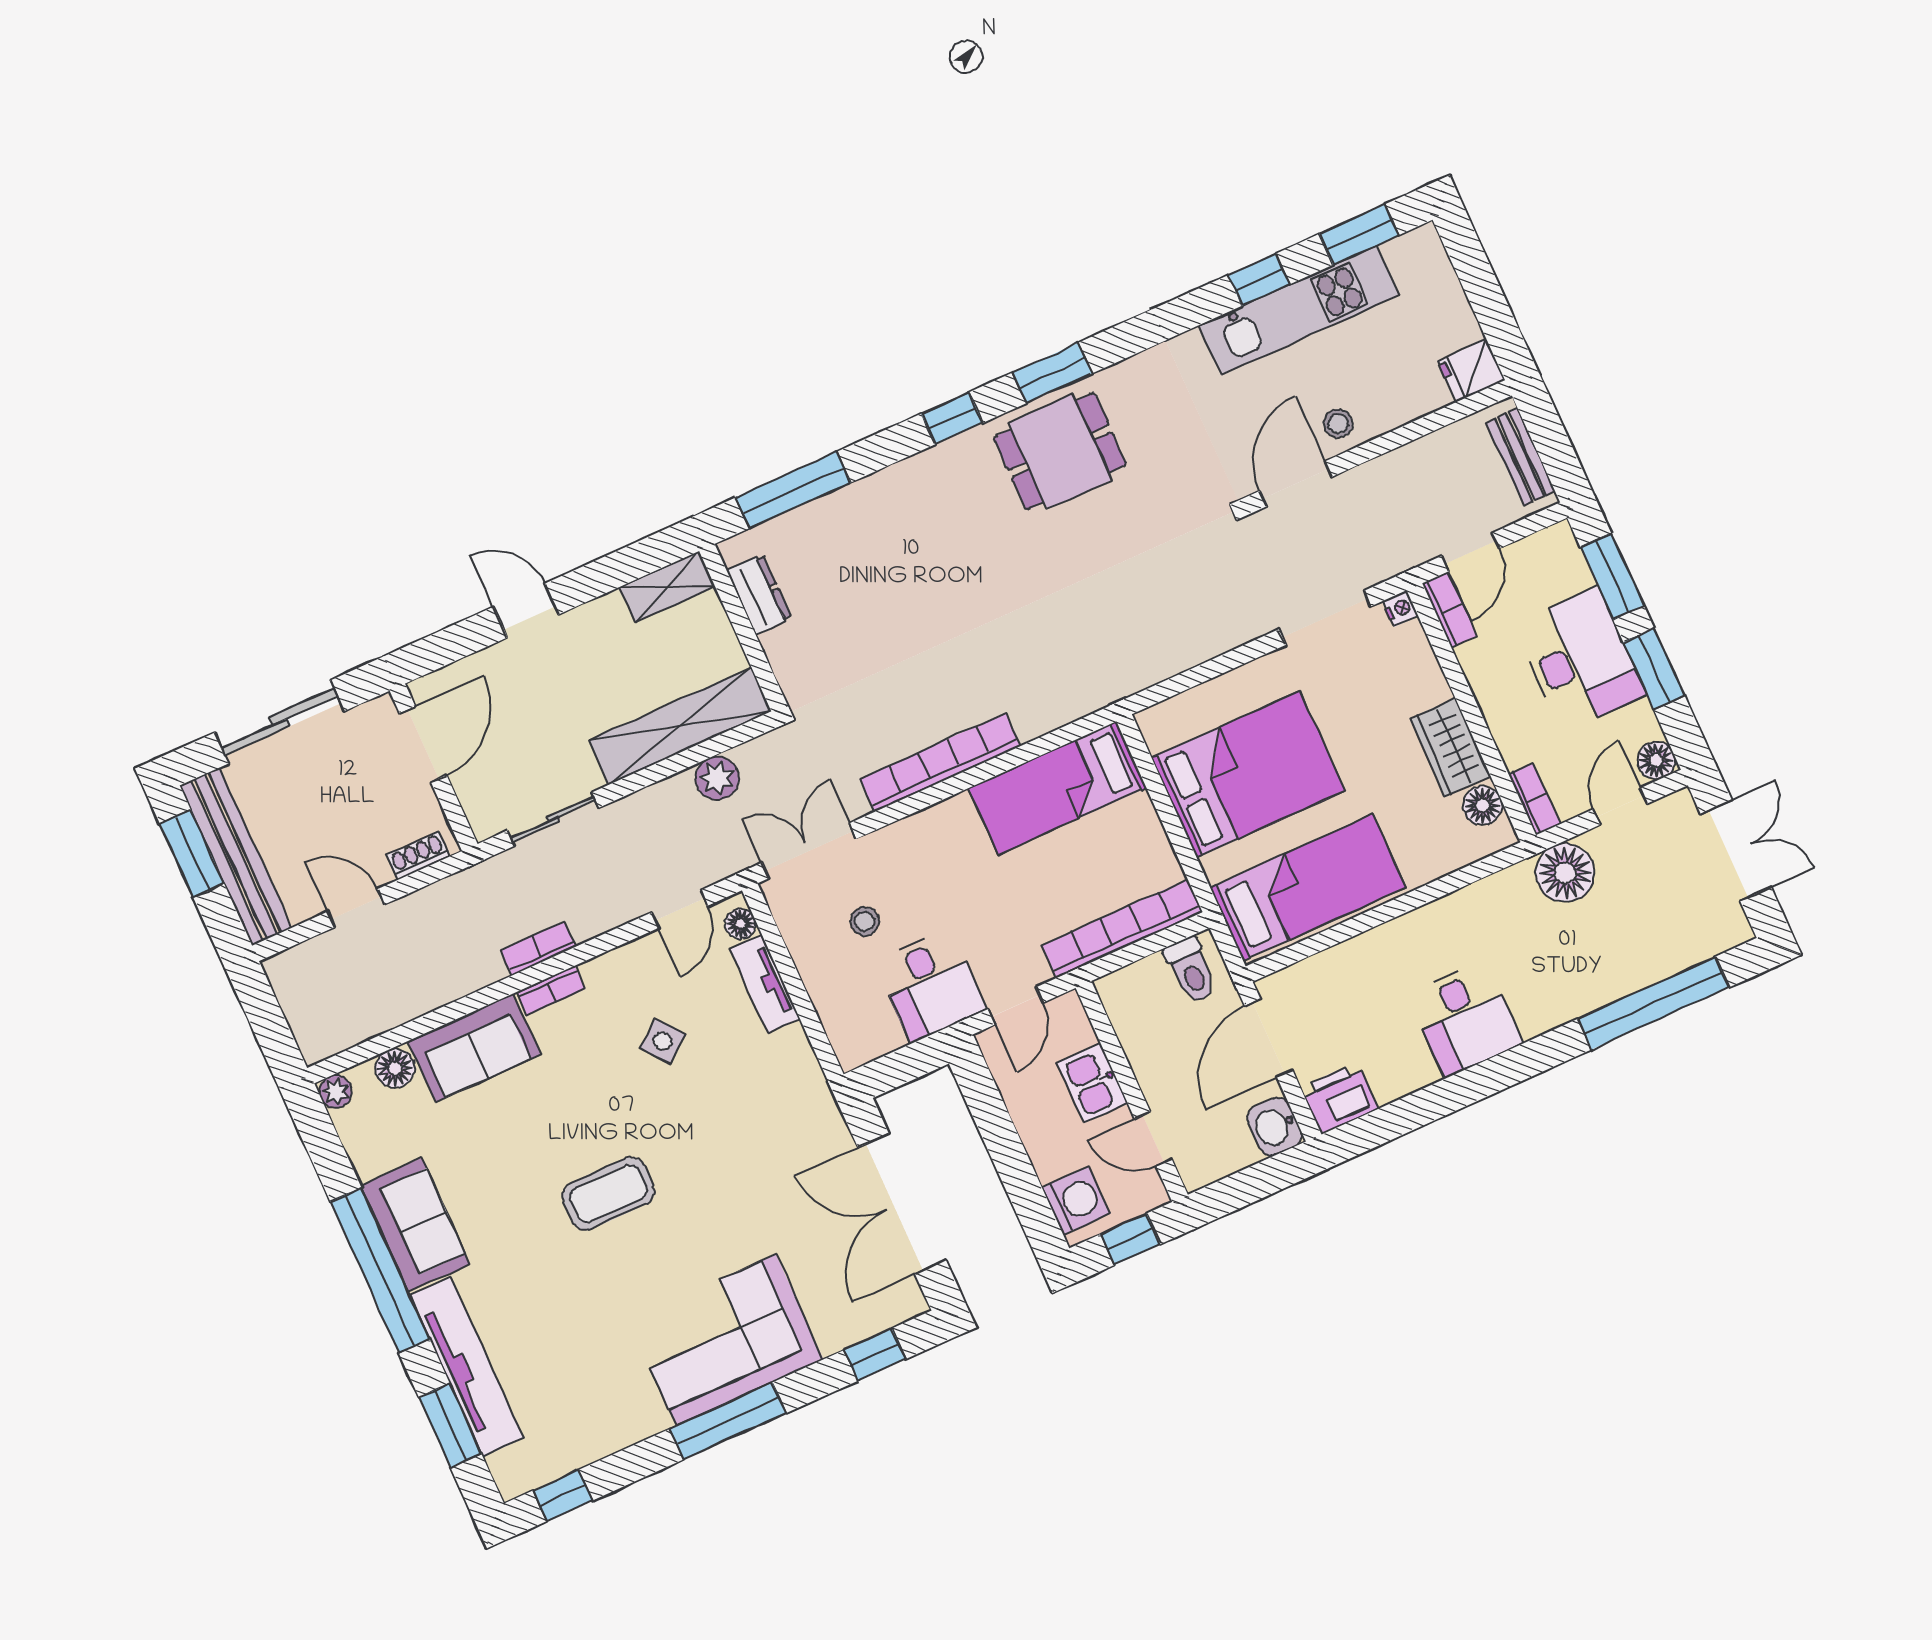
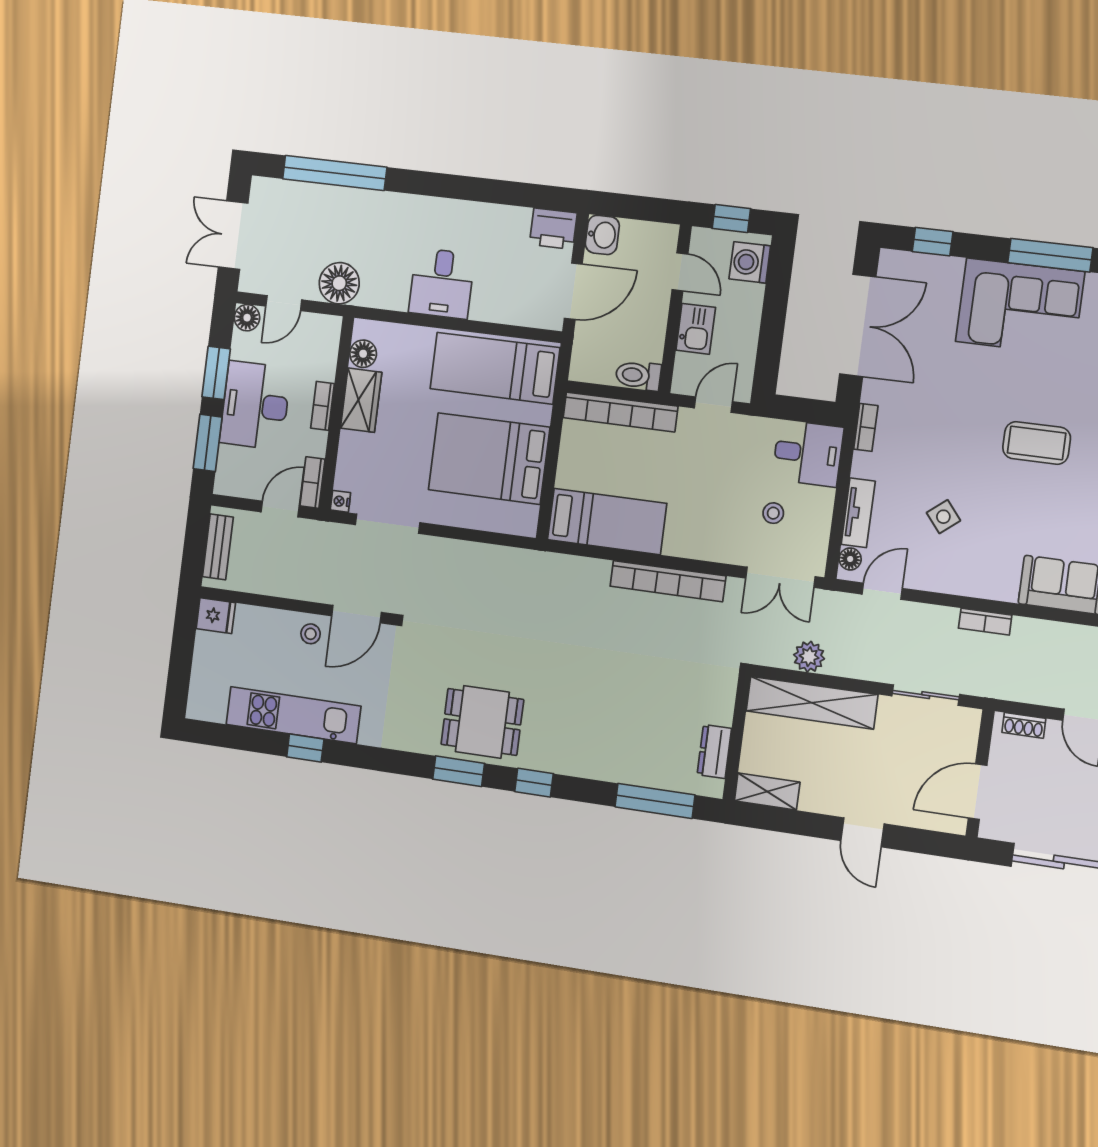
window: (1359, 234) -> (232, 737), removed
bookcase: (1534, 799) -> (323, 406), moved
toilet: (1191, 970) -> (638, 375), moved, turned -90
desk: (930, 985) -> (808, 453), moved, turned 90
bookcase: (551, 991) -> (866, 427), moved, turned 90
desk: (1465, 1019) -> (442, 283), moved, turned 180

